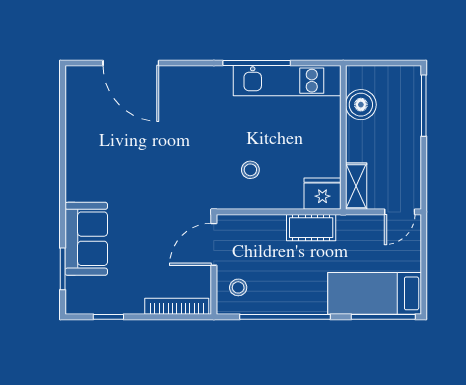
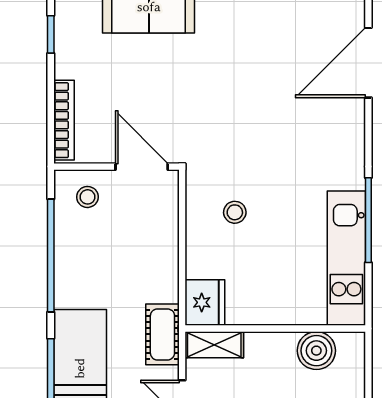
cot: (311, 228) -> (162, 334), moved

